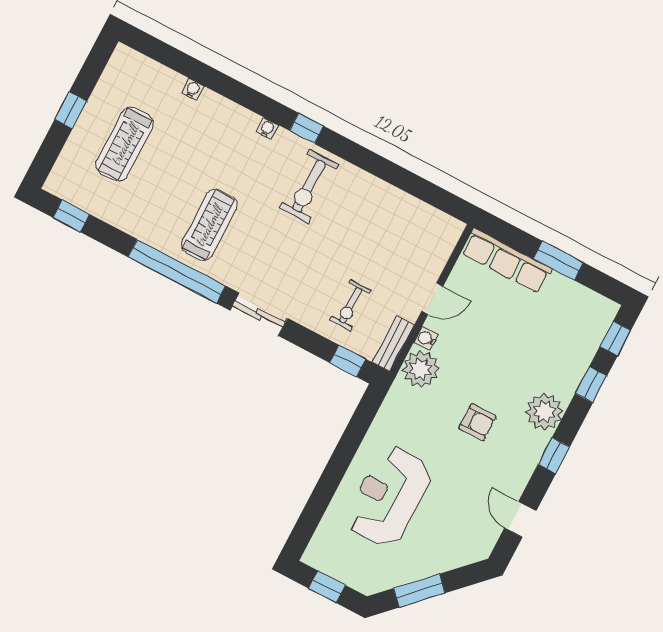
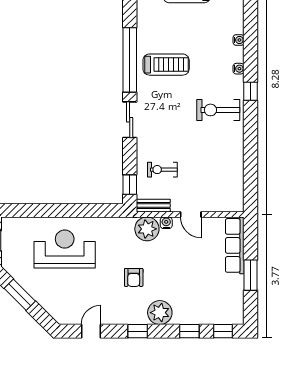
water cooler: (193, 89) -> (239, 40), moved

